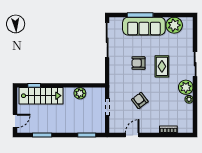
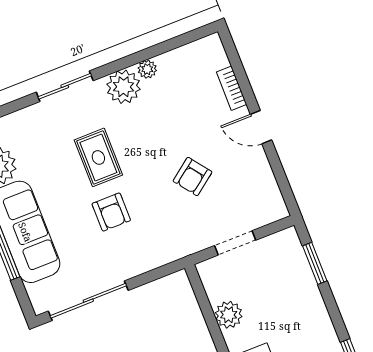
rug: (162, 66) -> (98, 157), turned 90
door: (132, 135) -> (261, 127), moved

